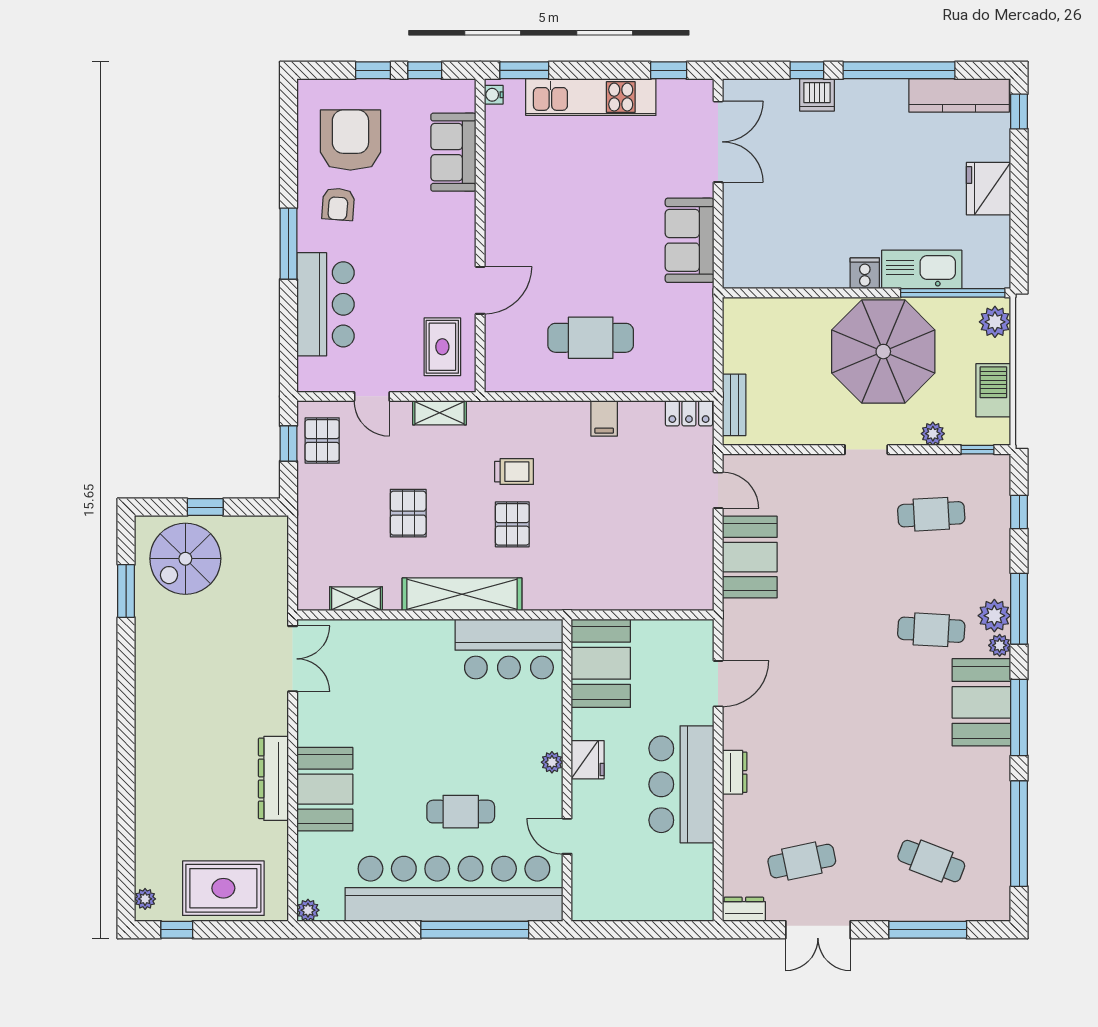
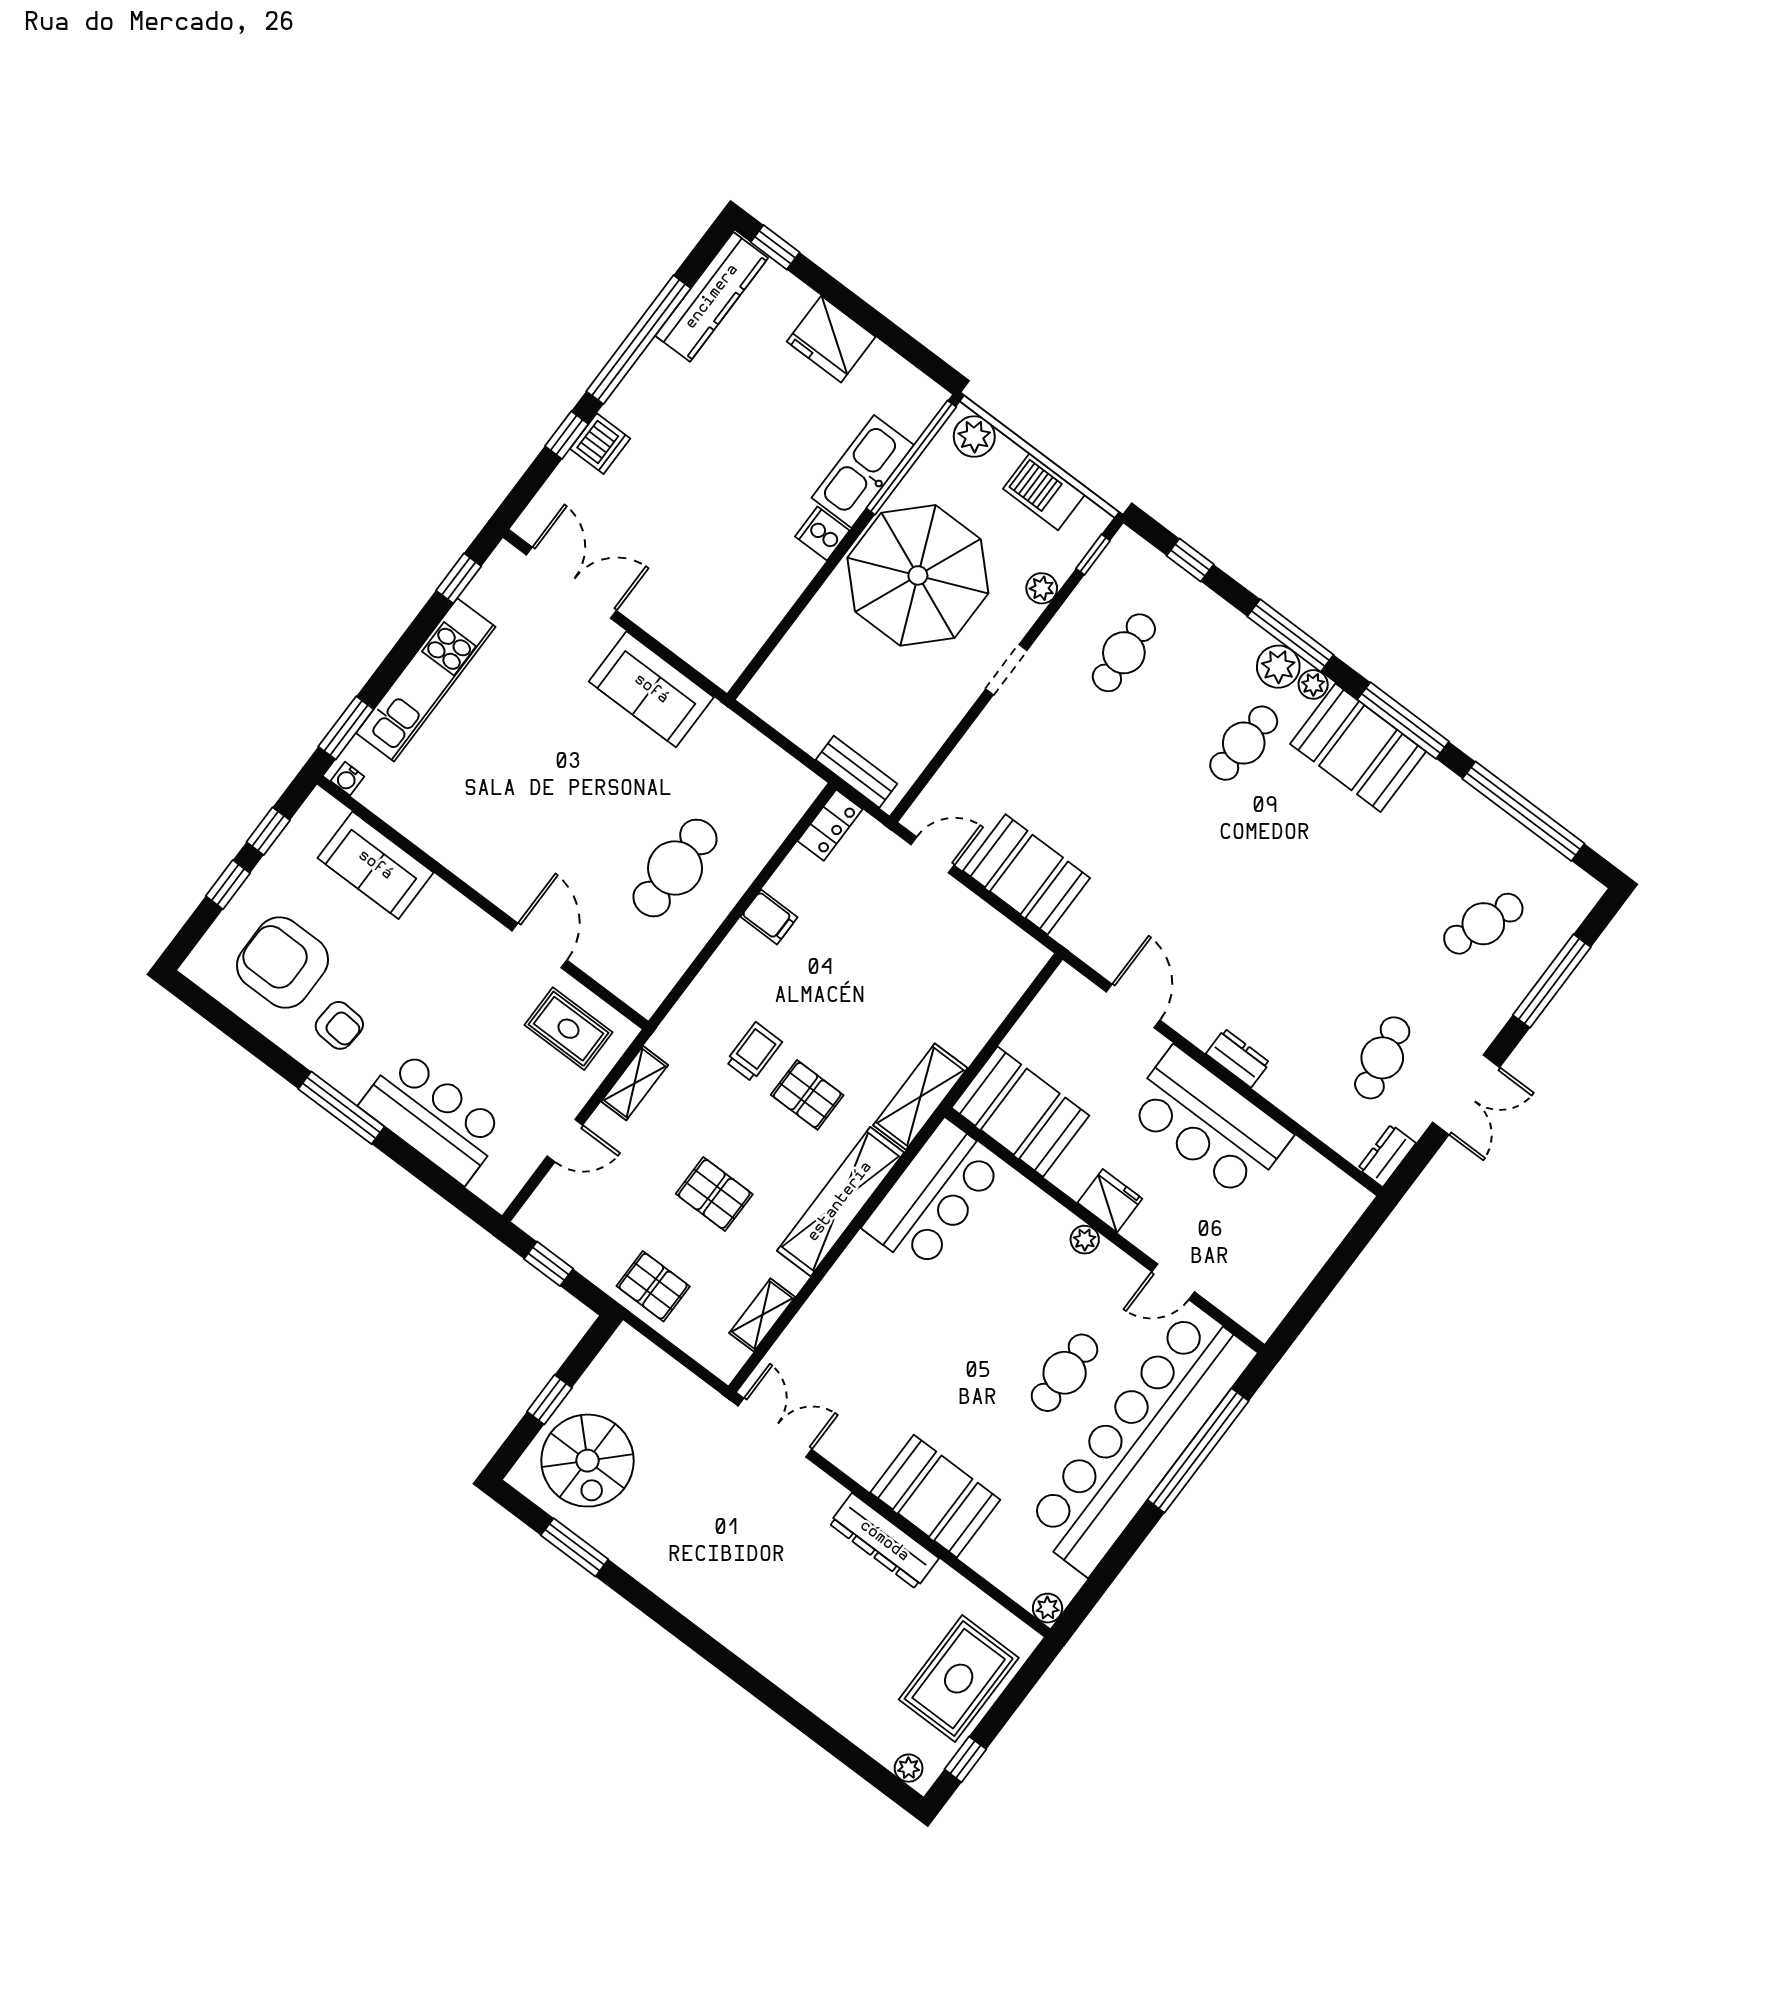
pallet: (322, 441) -> (653, 1286), moved
shelving: (564, 595) -> (920, 1097), added

